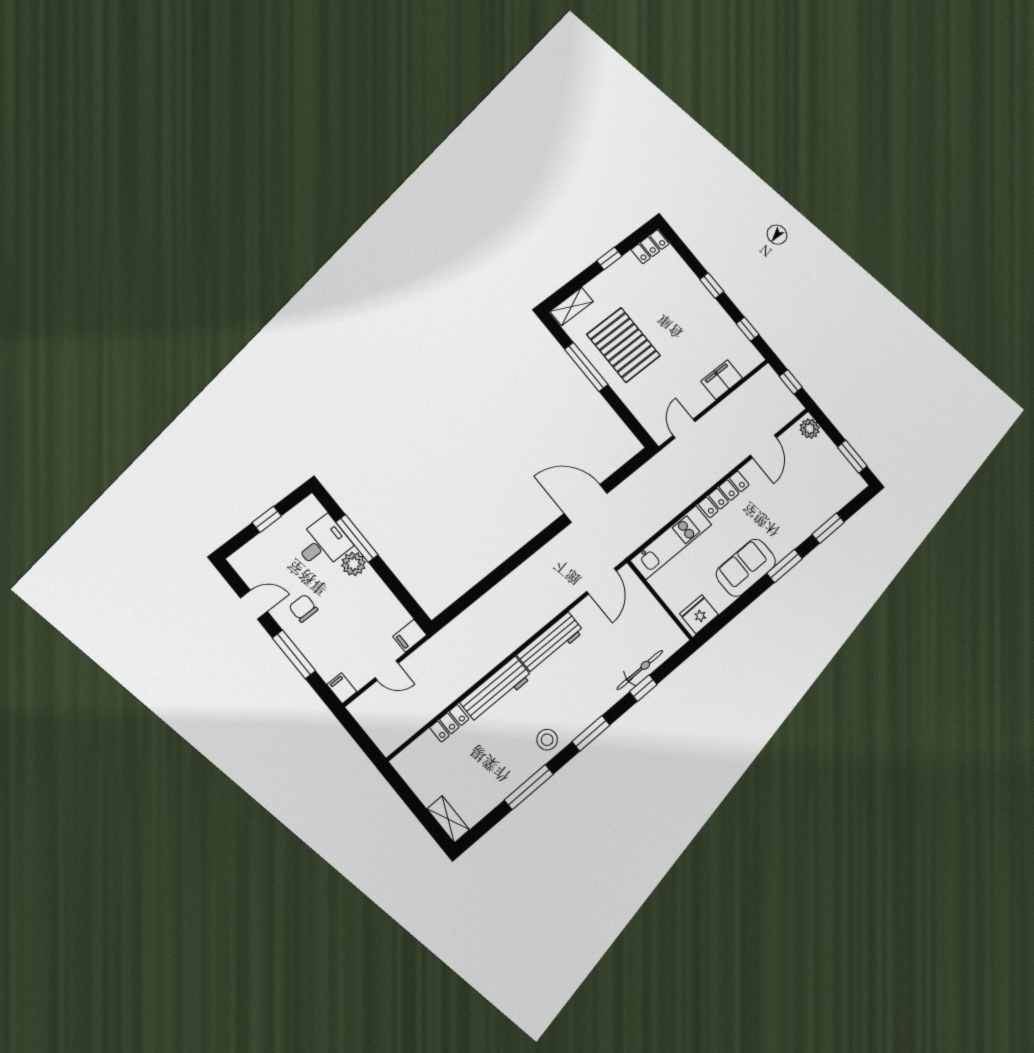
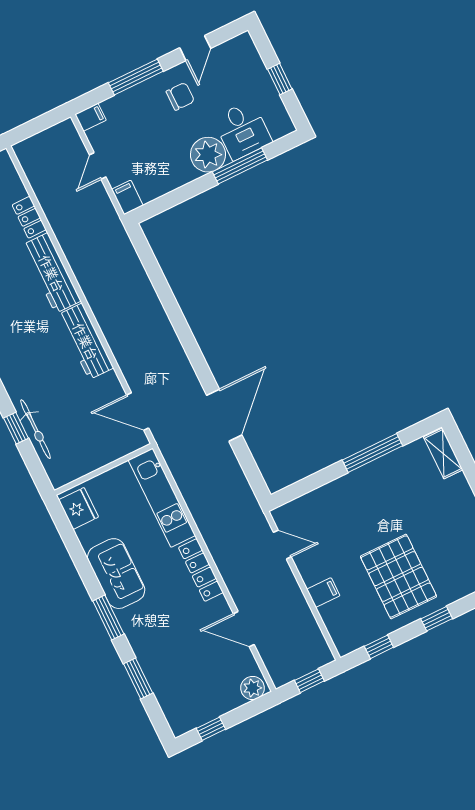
pallet: (624, 345) -> (398, 576), moved, turned 90
filing cabinet: (722, 380) -> (323, 593), width x0.50
window: (852, 457) -> (211, 729), width x0.67
plant: (354, 564) -> (208, 155), width x1.36, depth x1.36

